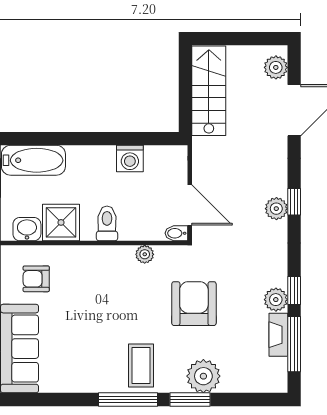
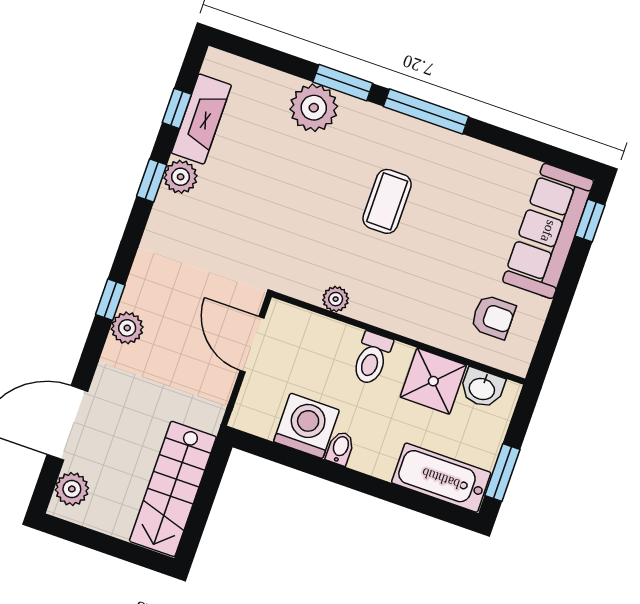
washing machine: (130, 159) -> (306, 426), width x1.37, depth x1.37
plant: (276, 209) -> (127, 328), moved
bidet: (176, 233) -> (340, 448), moved, turned -90
armchair: (194, 304) -> (292, 210), removed
fireplace: (278, 335) -> (201, 119), width x1.37, depth x1.32
window: (294, 344) -> (177, 108), width x0.46
coffee table: (141, 366) -> (387, 201), moved

